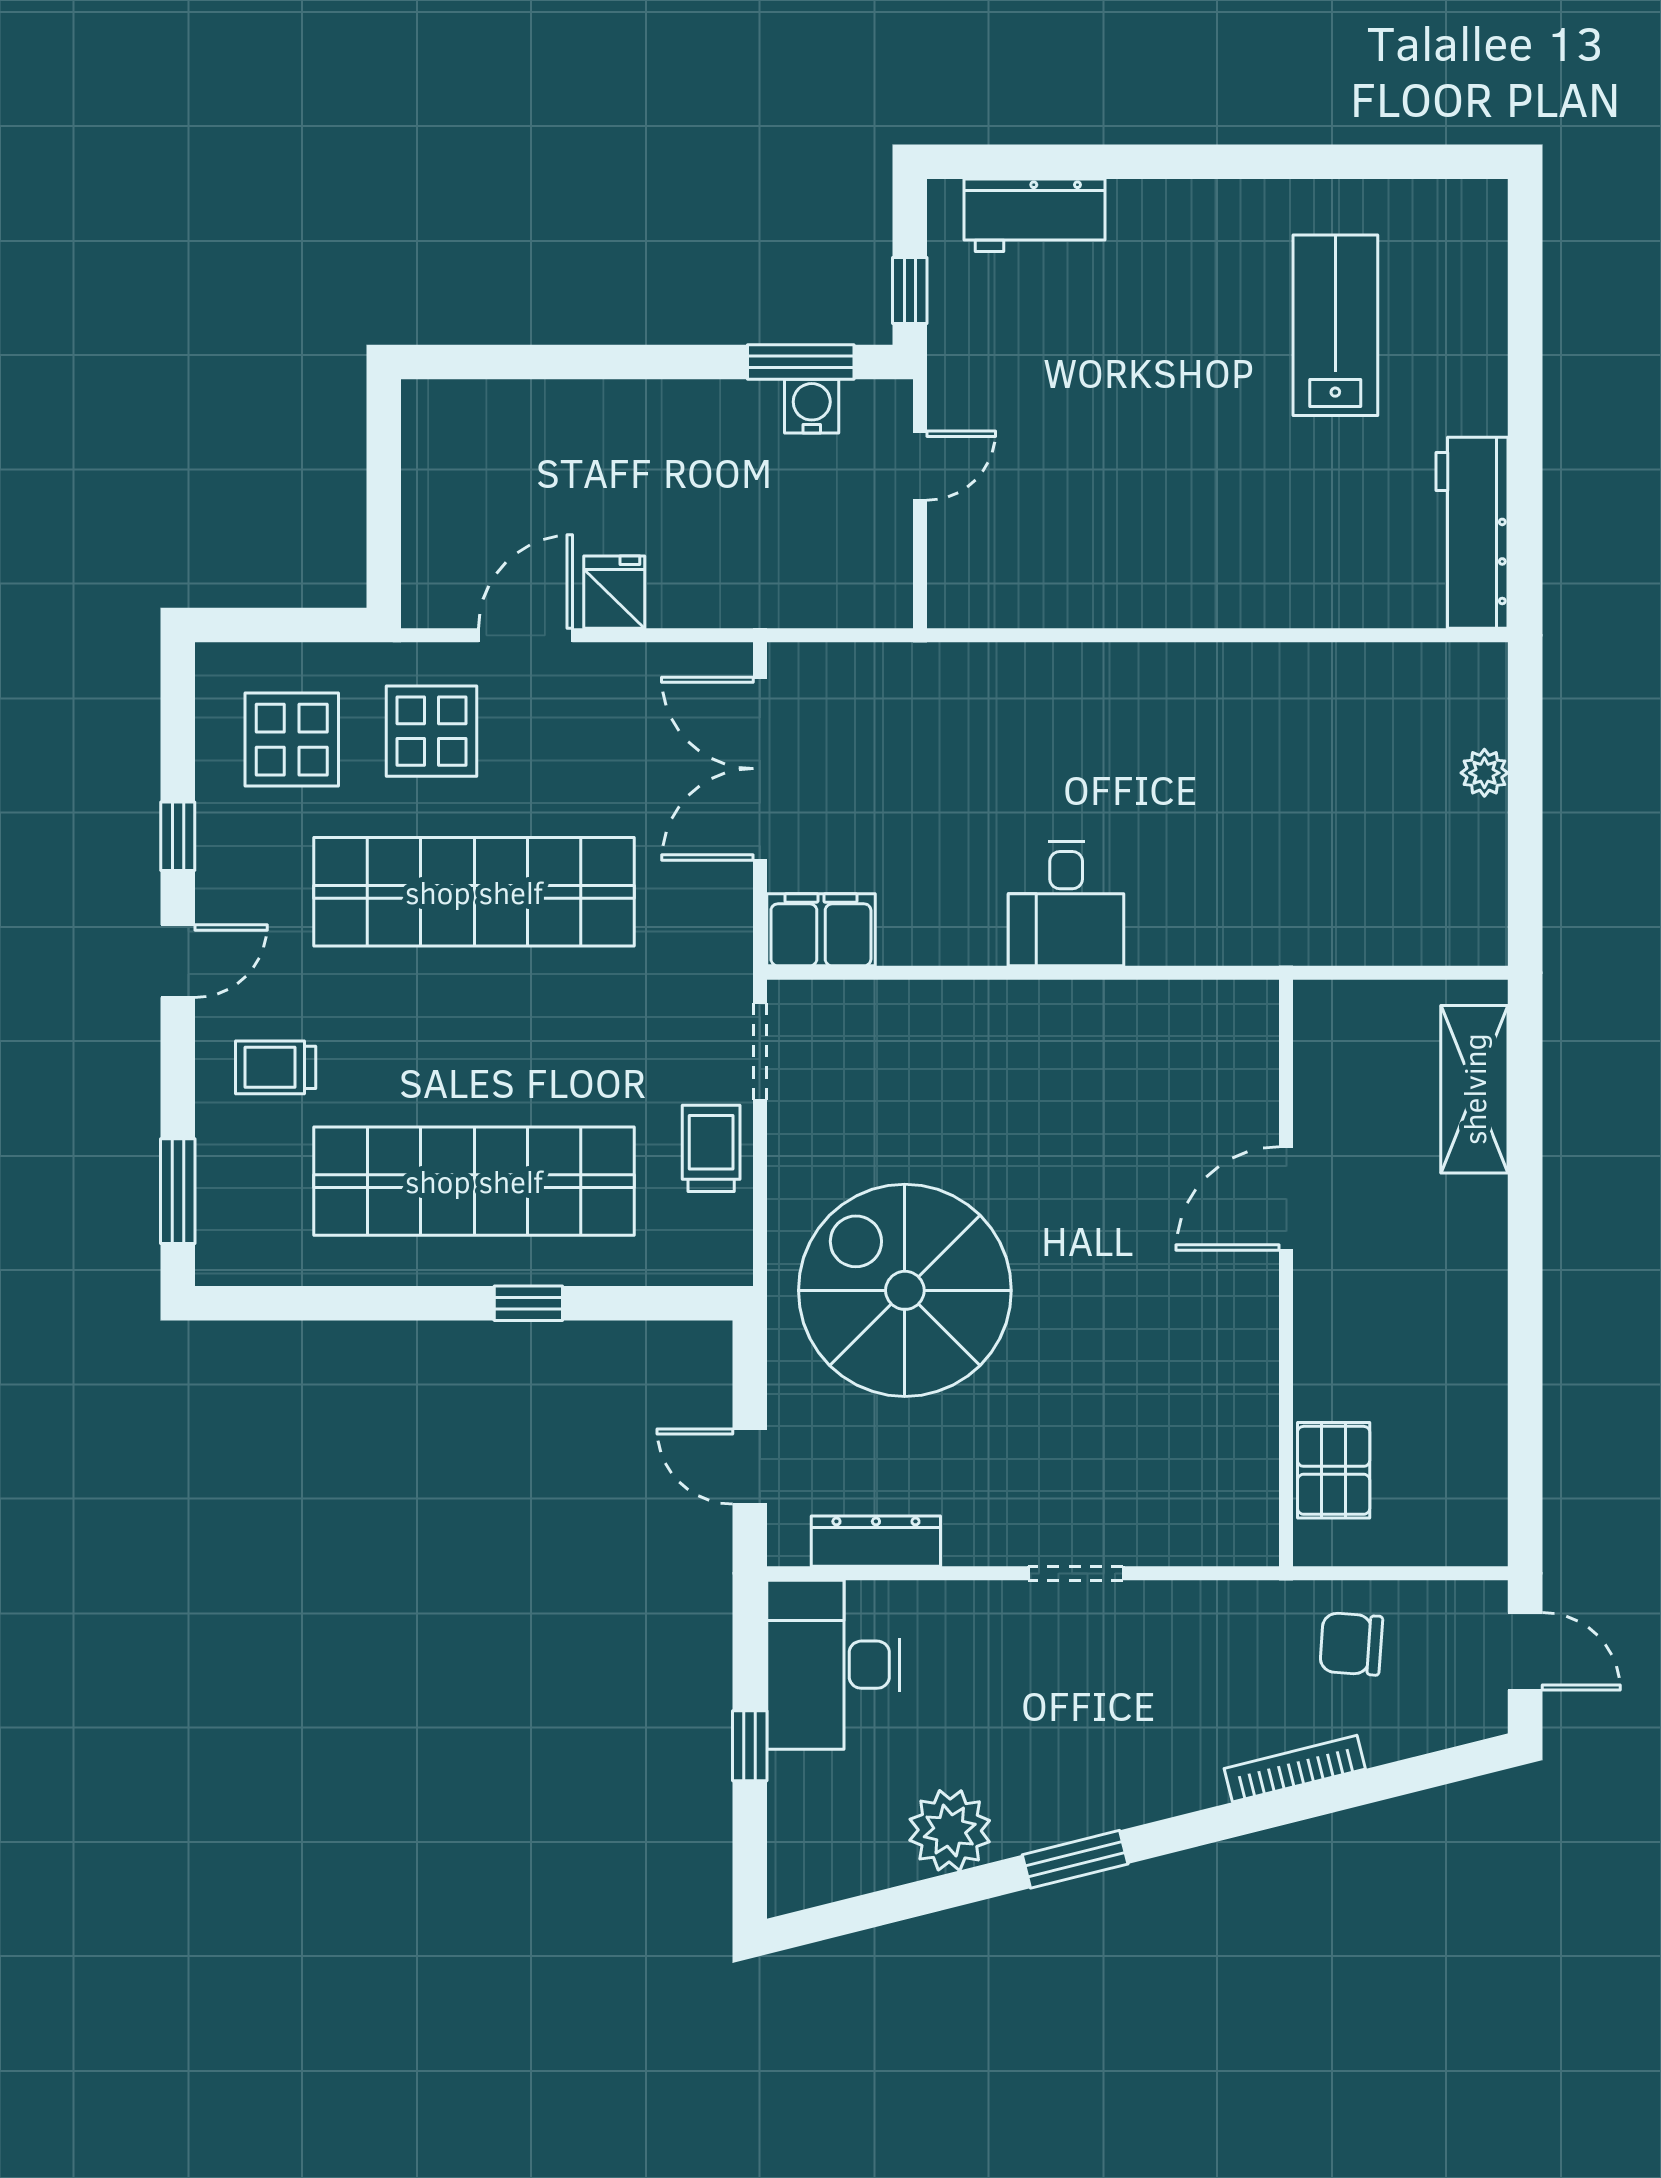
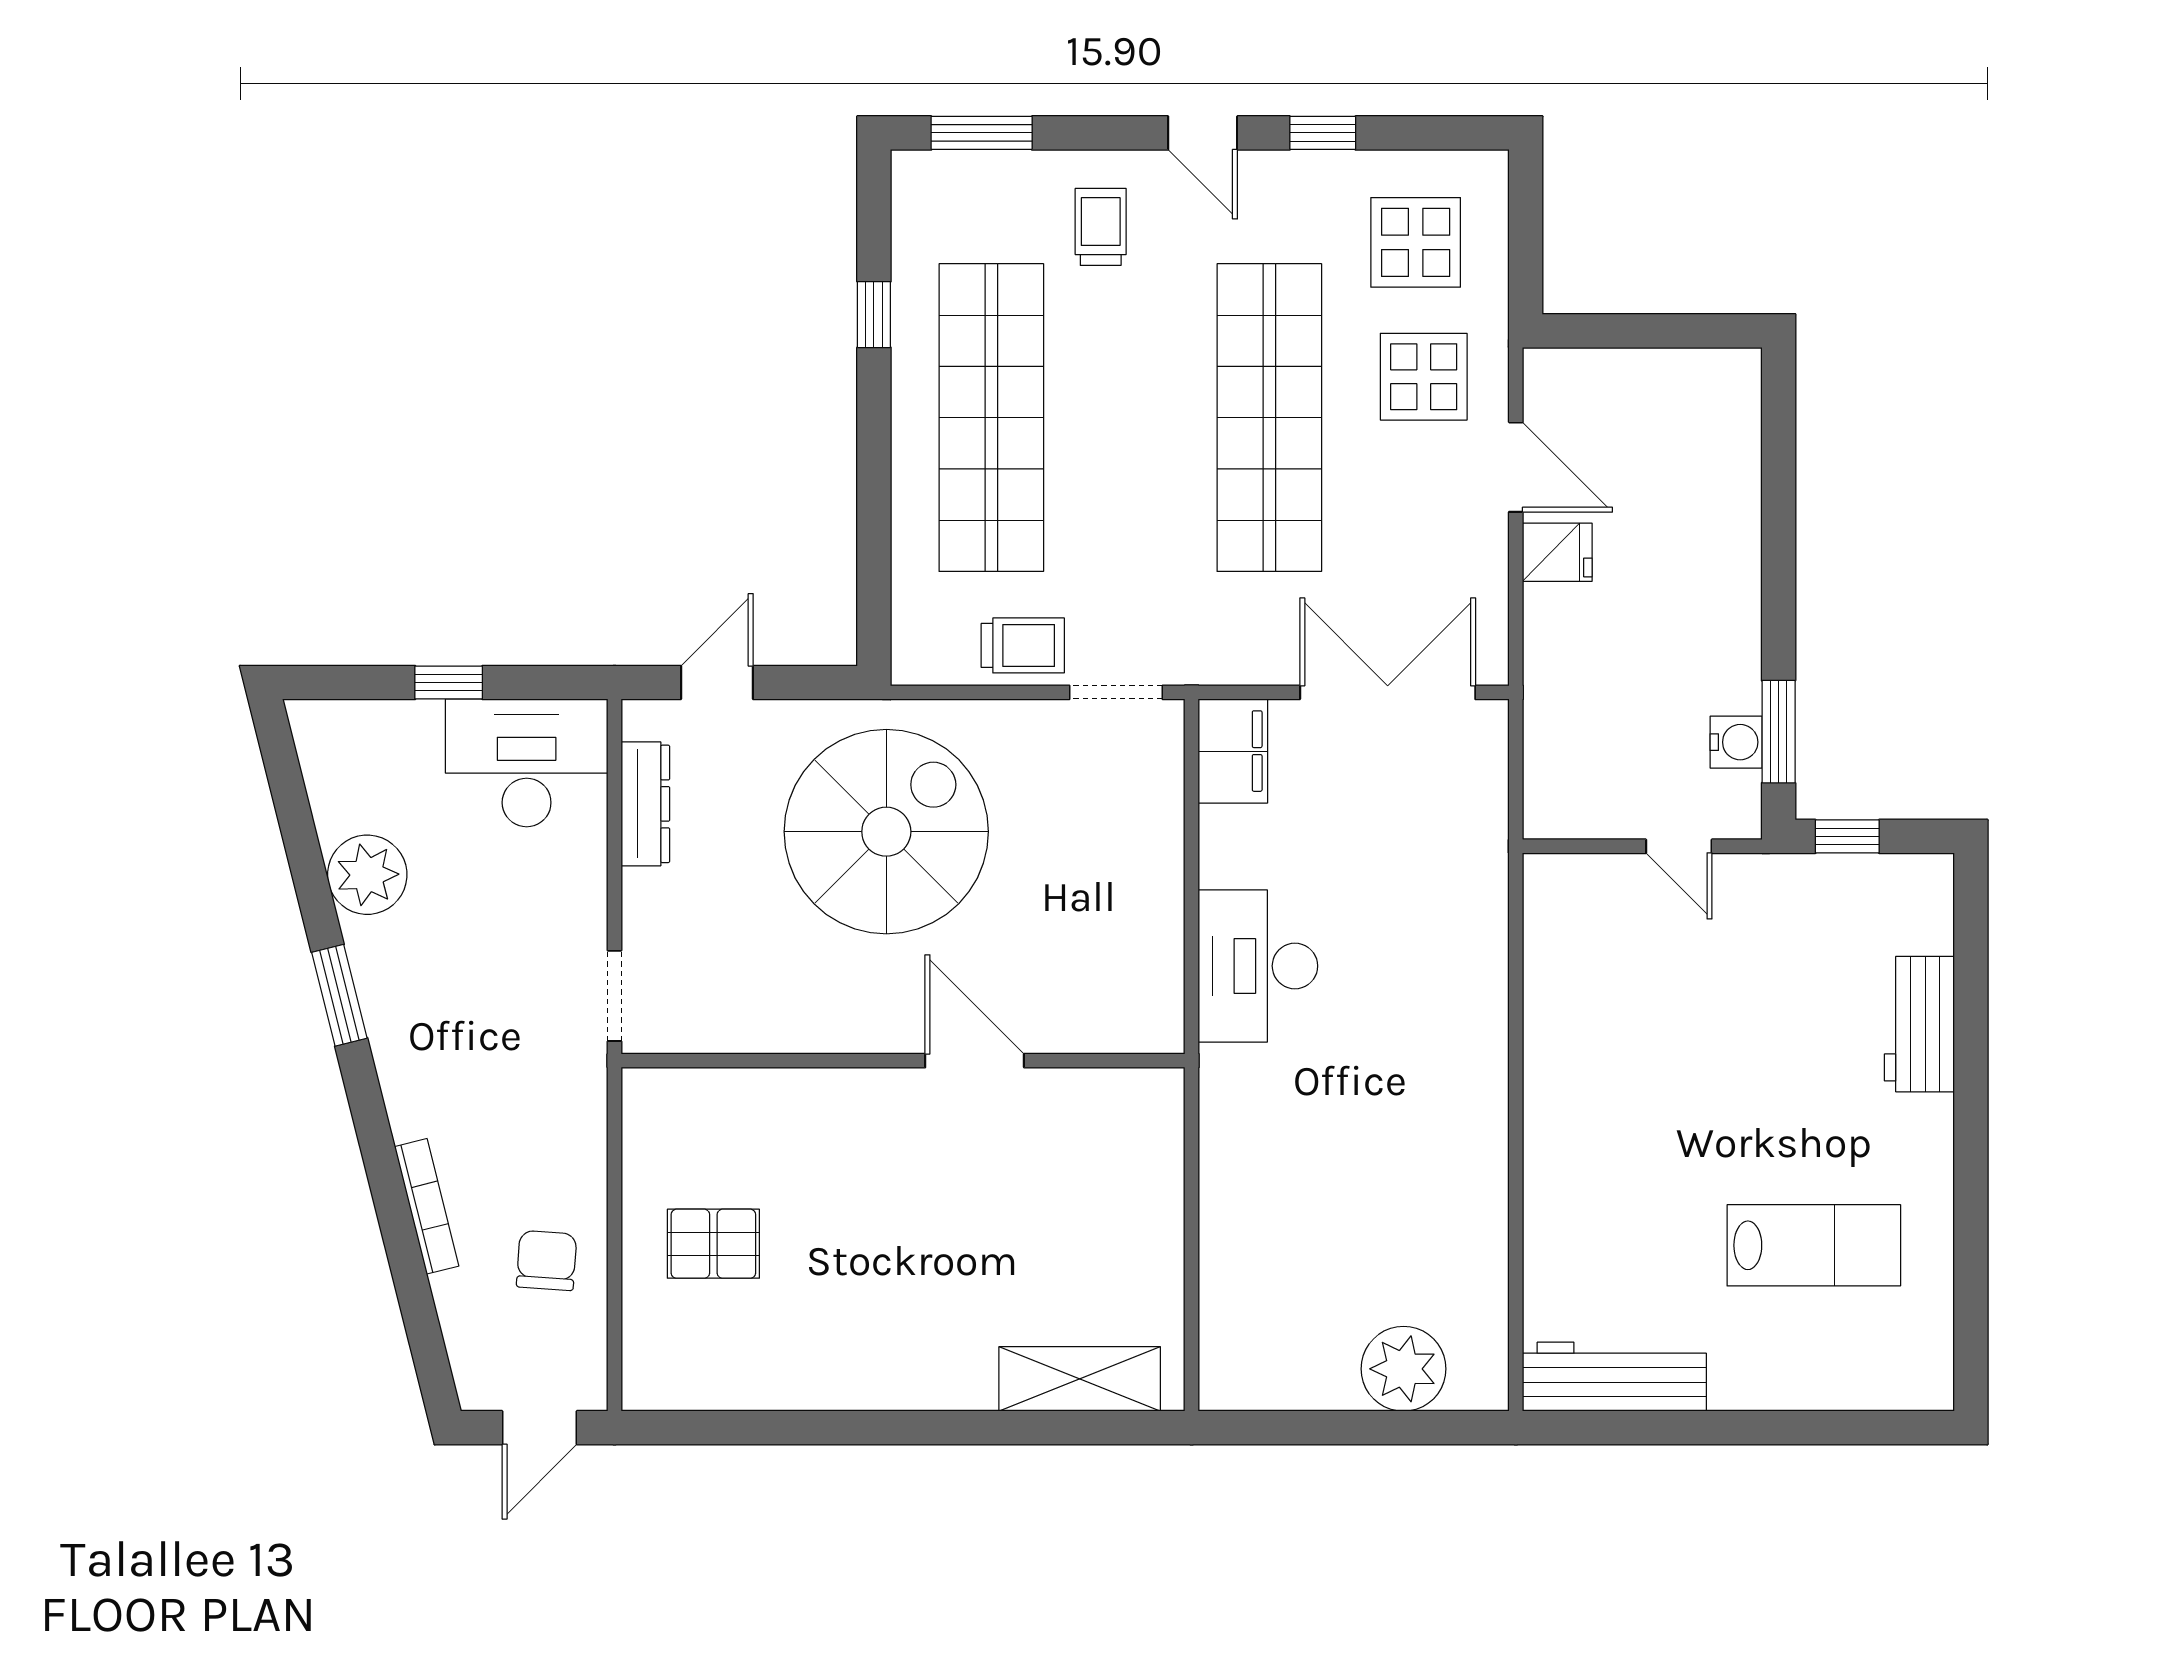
workbench: (1034, 215) -> (1919, 1024), moved
plant: (1484, 773) -> (1404, 1369), width x1.87, depth x1.87
desk: (1066, 904) -> (1258, 966), width x1.37
door: (1286, 1198) -> (975, 1061), moved
wall: (1286, 1273) -> (903, 1061), moved
window: (528, 1303) -> (874, 315), moved

